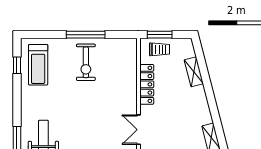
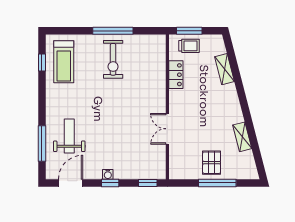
locker: (147, 84) -> (176, 75), width x0.66

